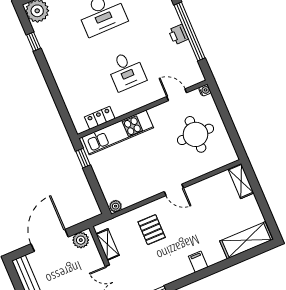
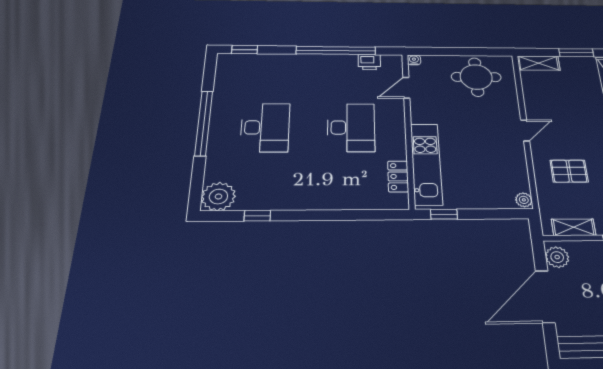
printer: (178, 35) -> (369, 62), moved
desk: (126, 71) -> (351, 128), width x1.37
round table: (195, 134) -> (476, 77), moved
window: (264, 206) -> (576, 53), added
door: (50, 240) -> (545, 296), hinge flipped

